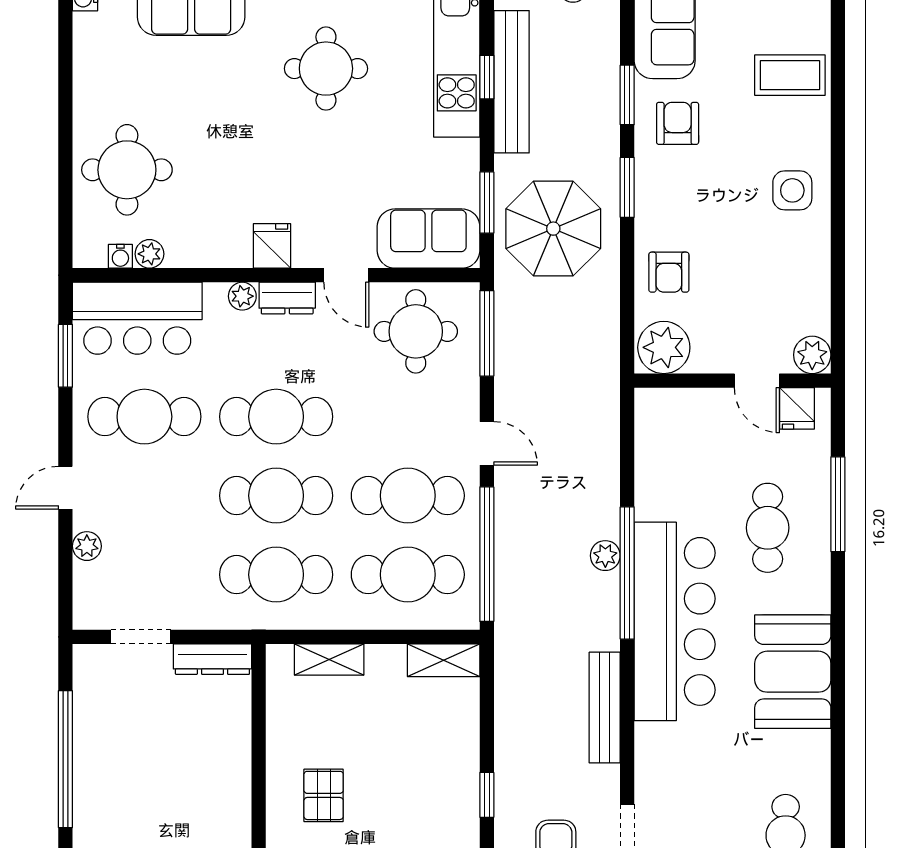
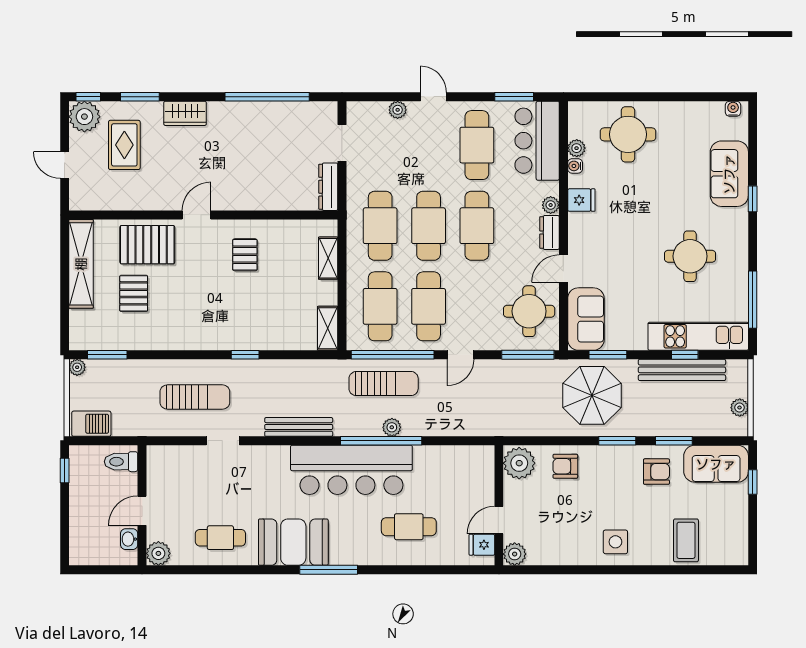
fridge: (272, 246) -> (581, 200), moved
water cooler: (120, 256) -> (575, 166), moved
window: (838, 504) -> (329, 570), moved
sun lounger: (534, 569) -> (384, 384), added
booth: (793, 672) -> (293, 542), moved
pallet: (324, 795) -> (245, 255), turned 90

